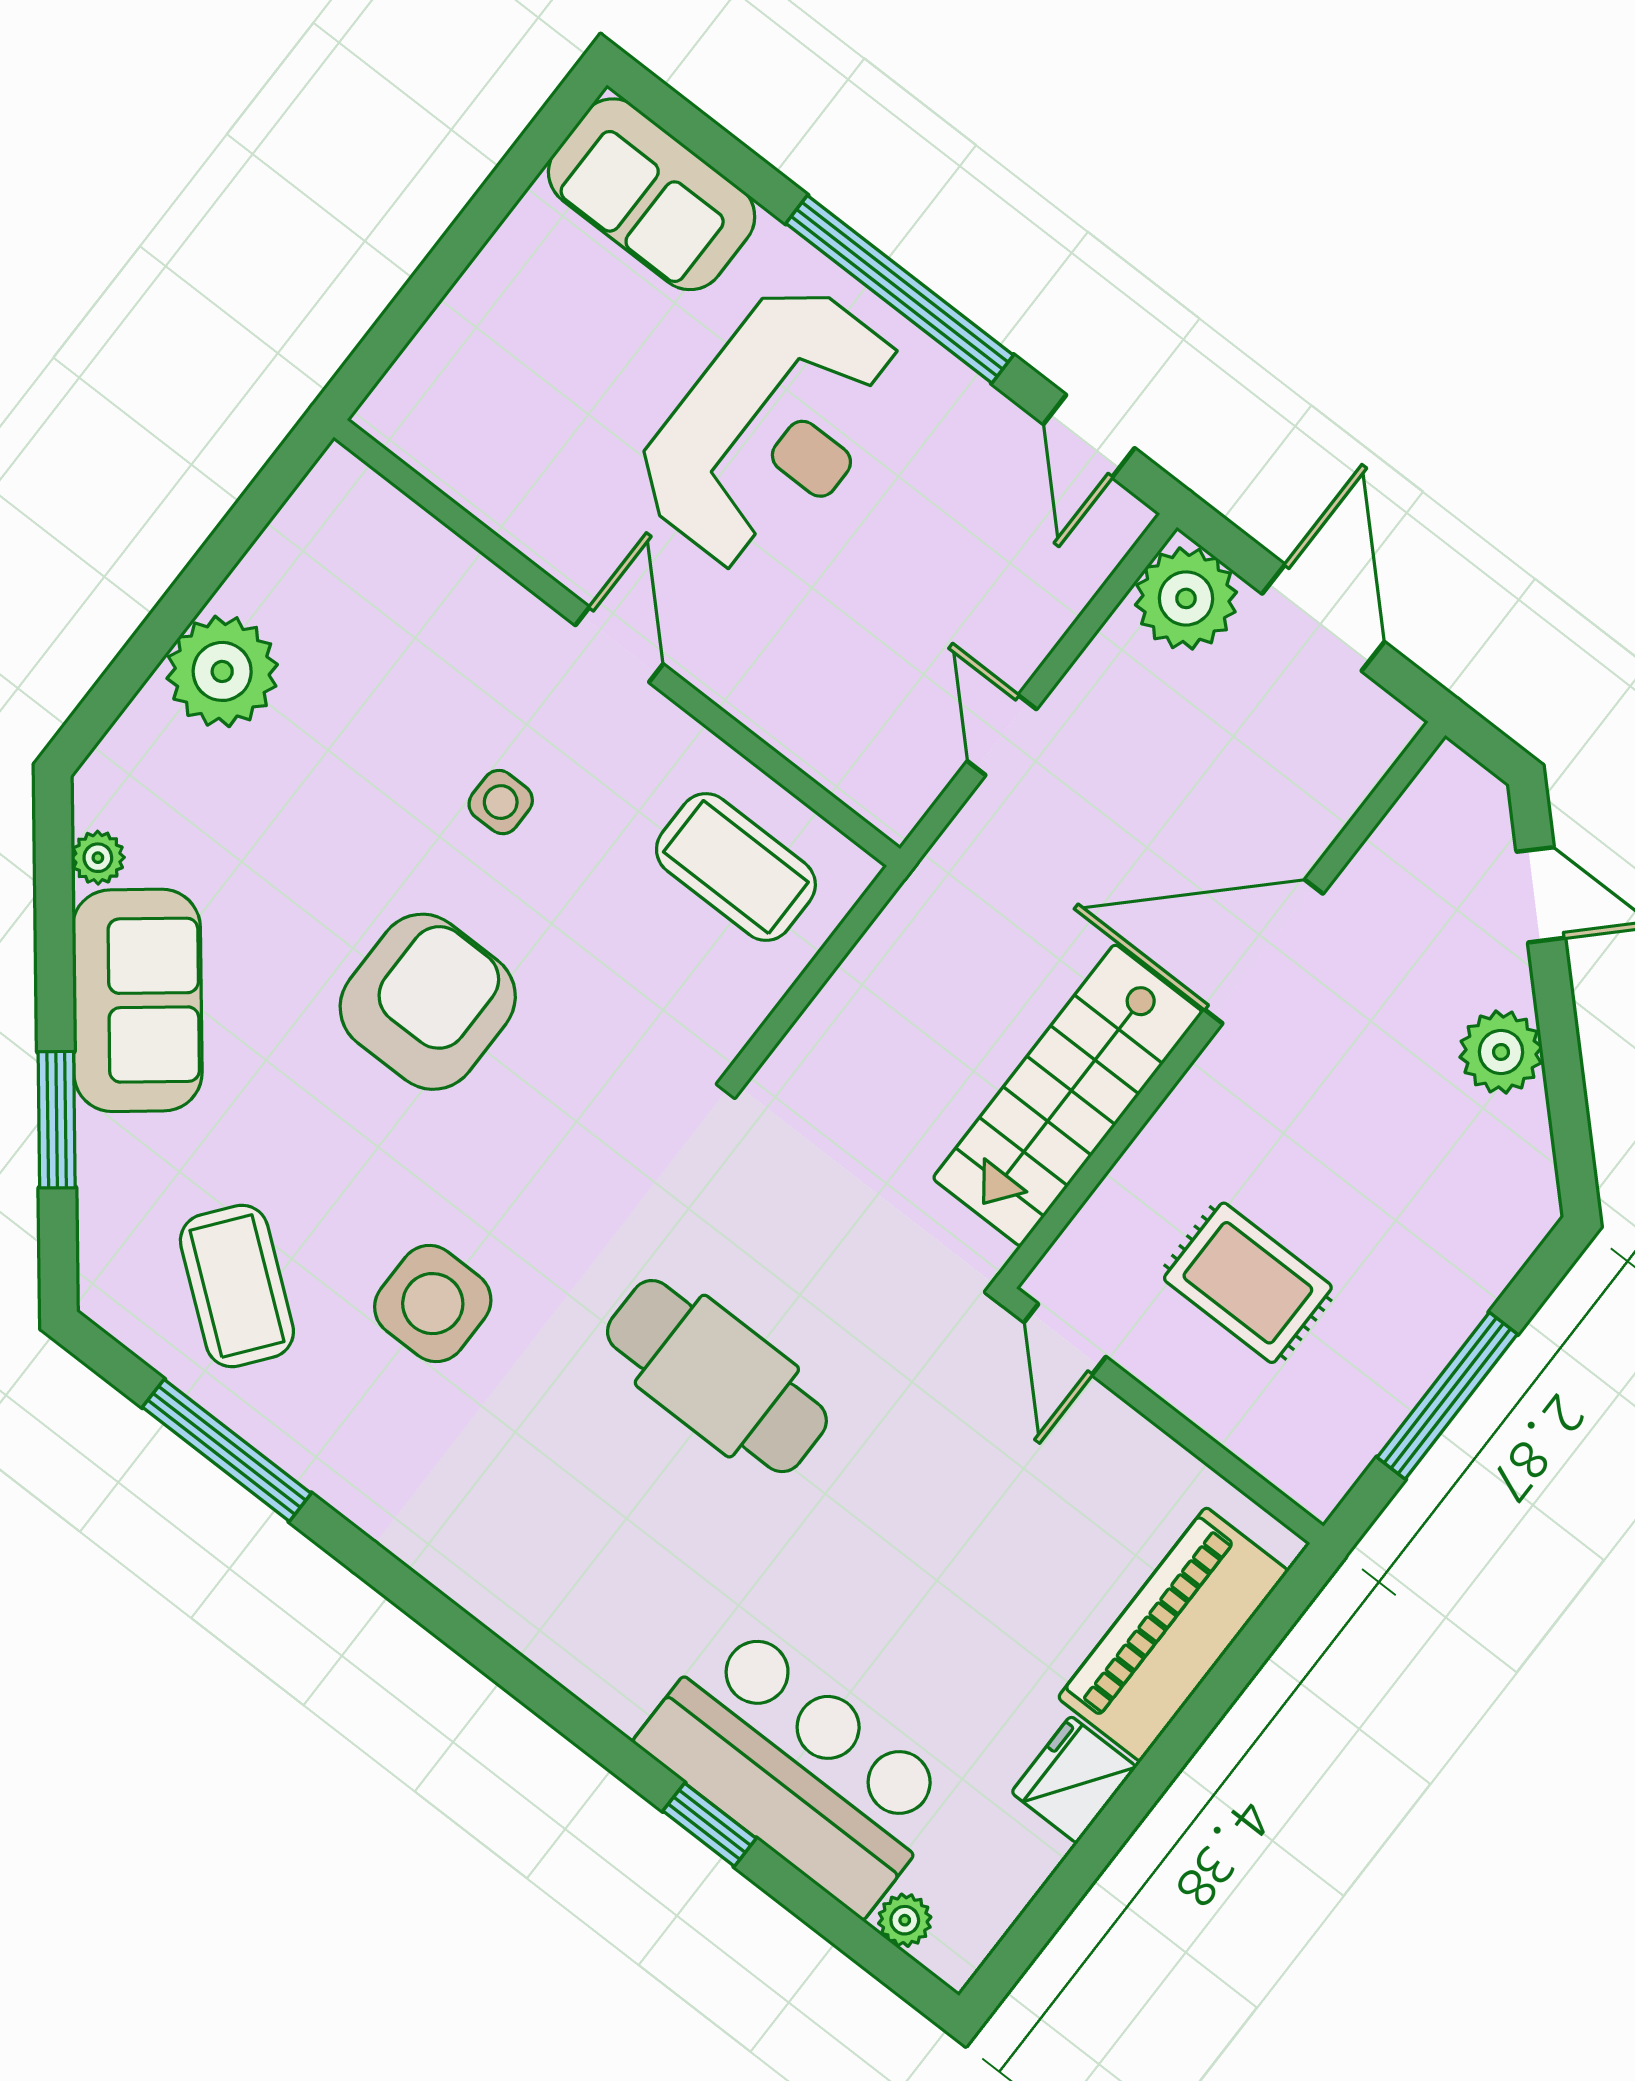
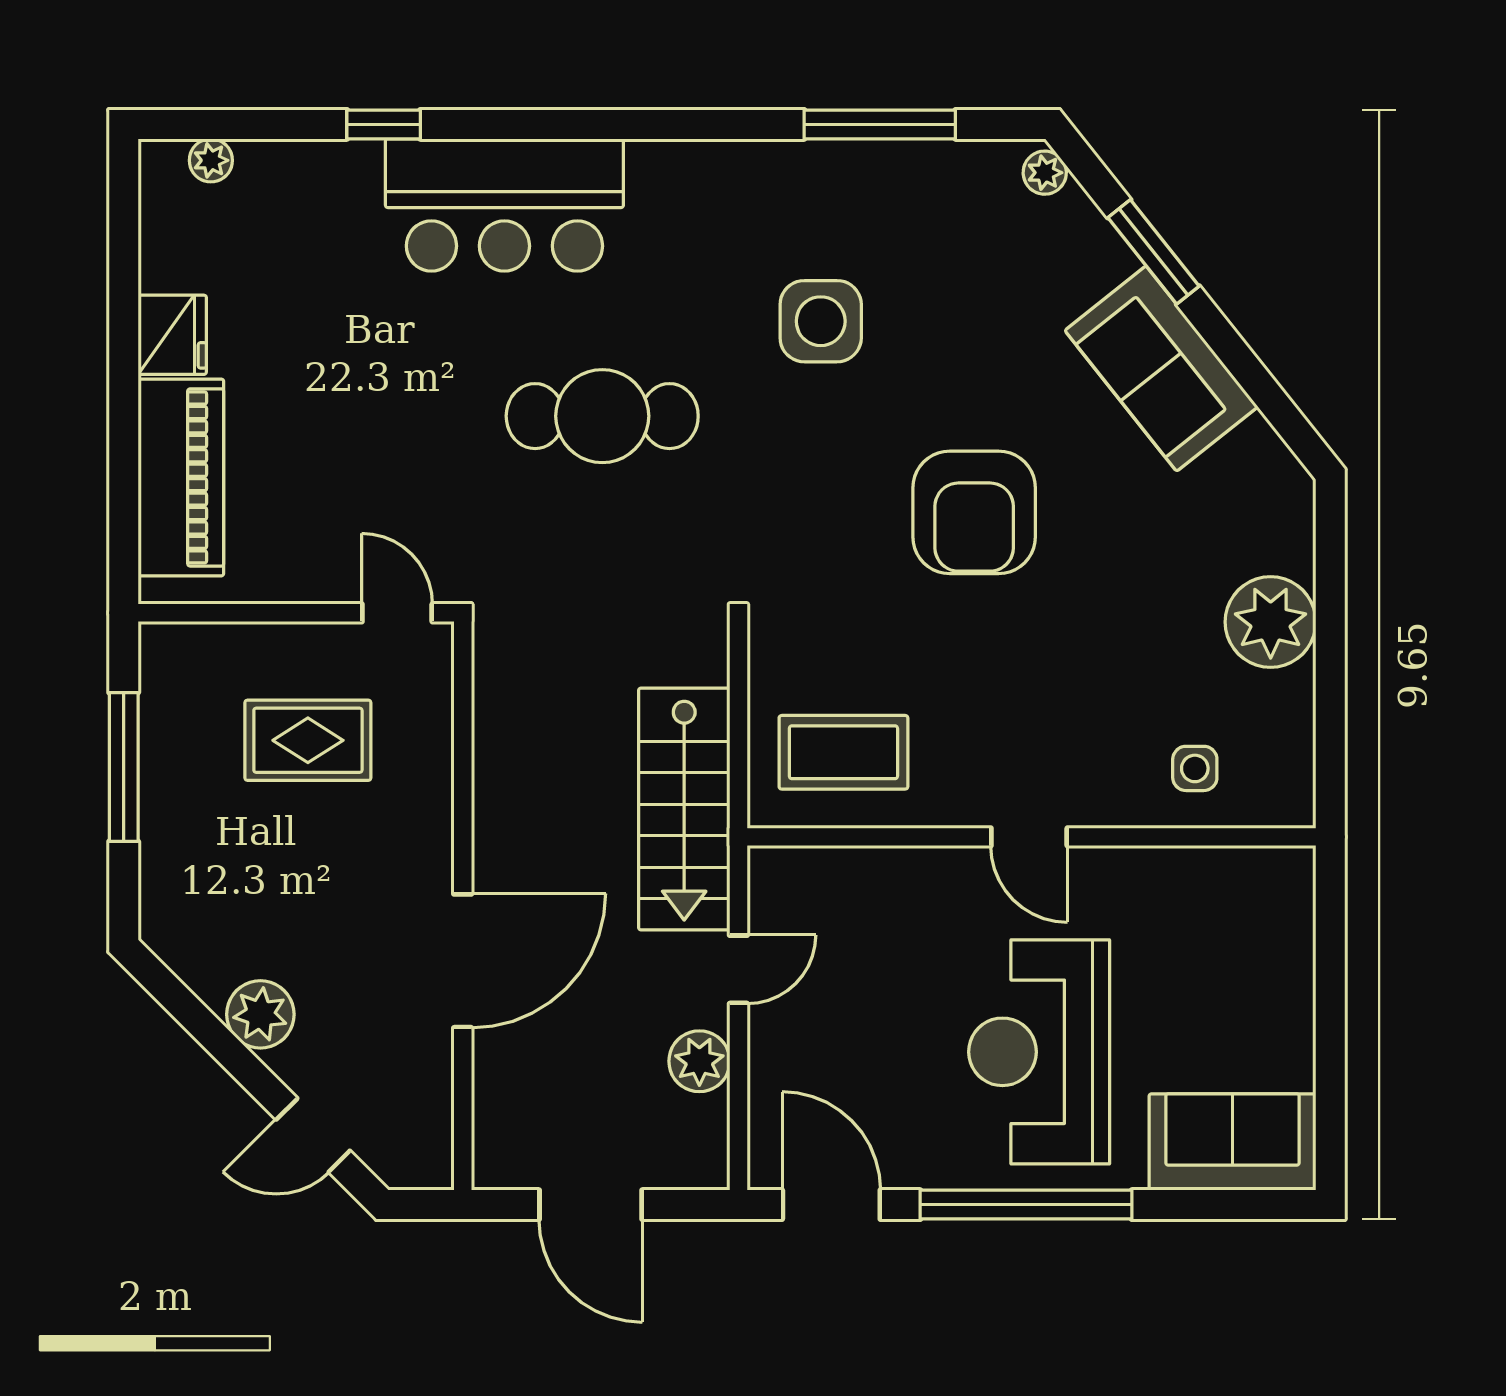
door: (1089, 436) -> (831, 1205), width x1.37
plant: (1186, 598) -> (699, 1061), moved, width x0.73, depth x0.73
door: (1002, 735) -> (738, 969), hinge flipped
side table: (501, 802) -> (1195, 768), moved
plant: (98, 858) -> (1045, 173), moved
stairs: (1068, 1095) -> (684, 809), moved, turned 180
coffee table: (237, 1286) -> (955, 235), removed
bar counter: (797, 1767) -> (504, 205), moved

